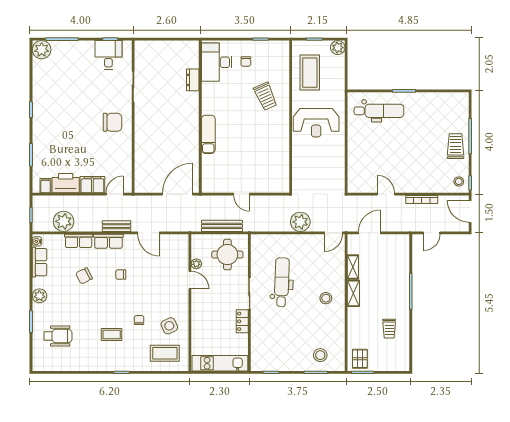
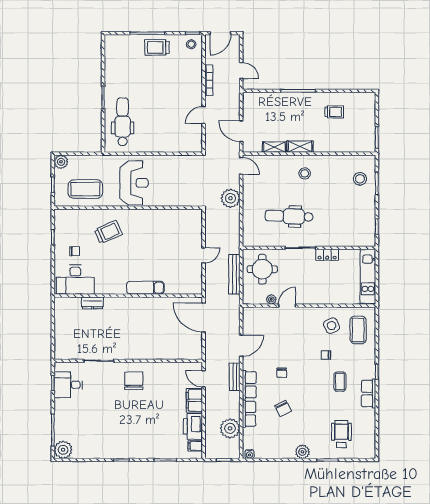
row of seats: (39, 262) -> (369, 394), moved, turned -90
pallet: (360, 359) -> (364, 140), removed

